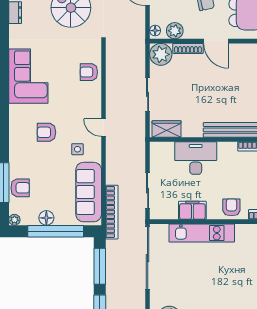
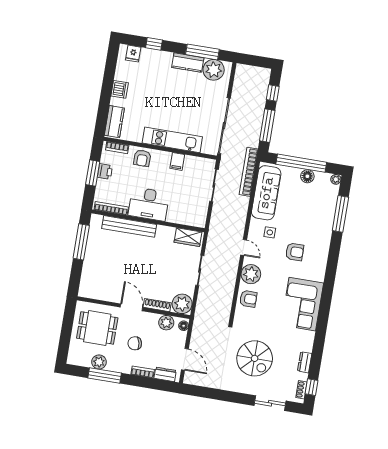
plant: (91, 100) -> (251, 274), added
desk: (196, 158) -> (149, 204), moved
armchair: (20, 188) -> (326, 207), removed
filing cabinet: (192, 210) -> (177, 161), width x0.50

